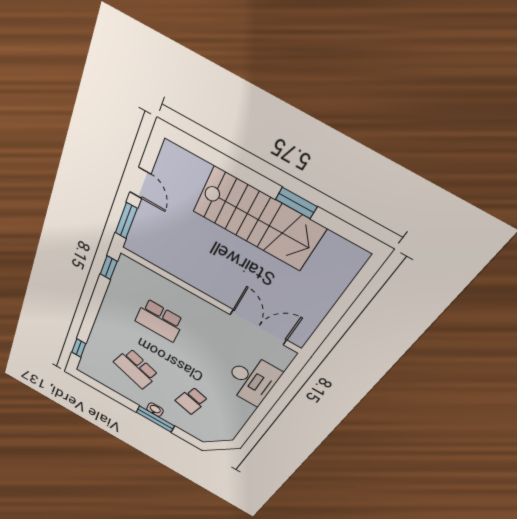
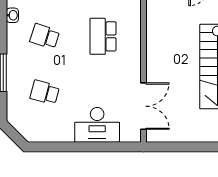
school desk: (136, 369) -> (45, 36), width x0.54
washbasin: (155, 410) -> (12, 15), moved

